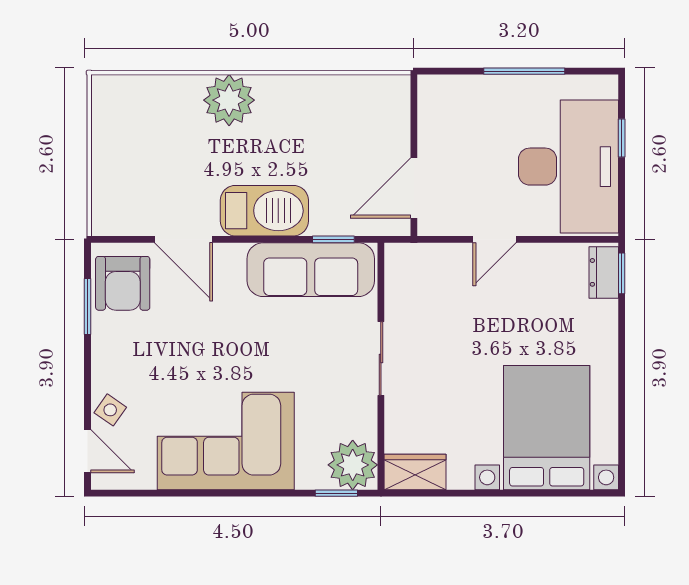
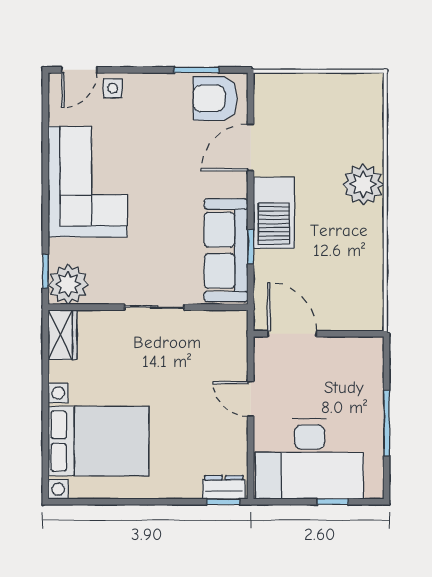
window: (333, 239) -> (251, 247), moved
side table: (110, 410) -> (113, 88), turned -35

